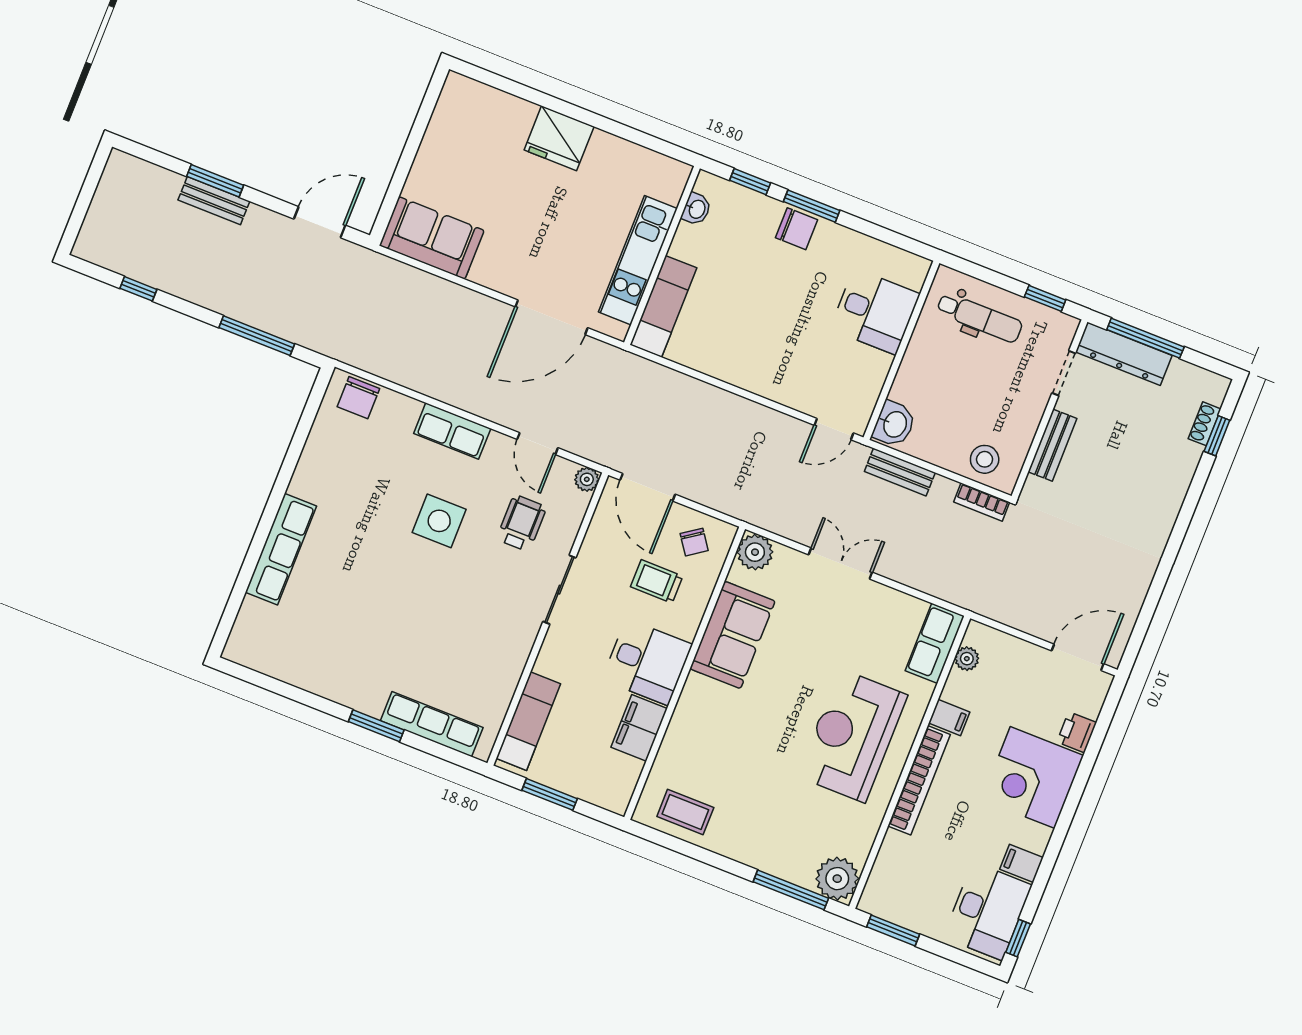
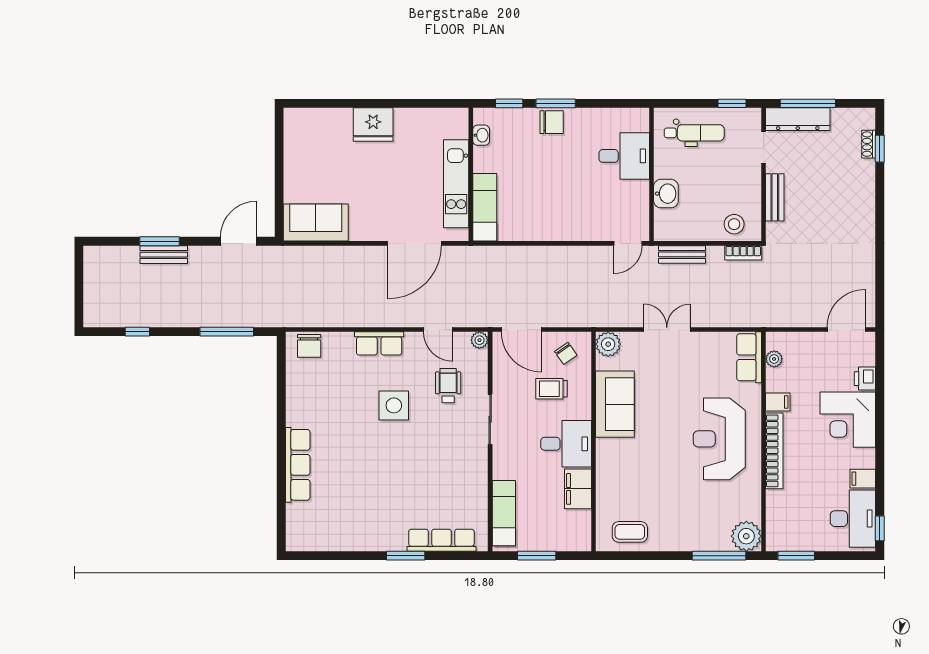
washbasin: (894, 424) -> (666, 194), moved

